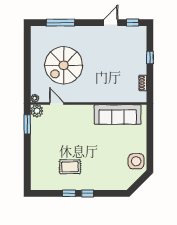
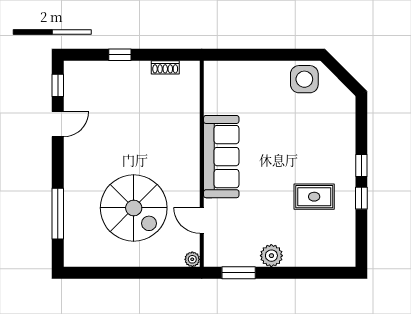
door: (111, 23) -> (58, 124), swing flipped
door: (57, 104) -> (202, 220), hinge flipped
plant: (37, 111) -> (271, 256), moved
sofa: (118, 115) -> (221, 157), moved
rug: (70, 167) -> (314, 197), turned 90

